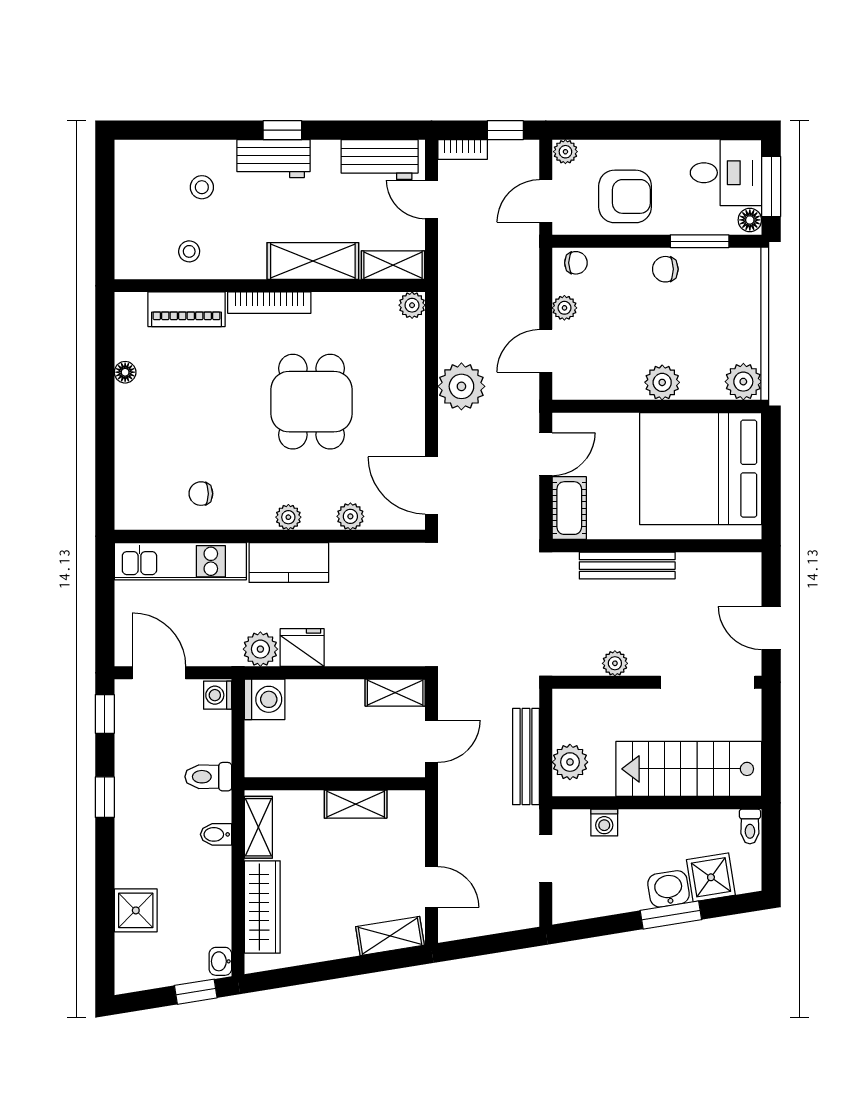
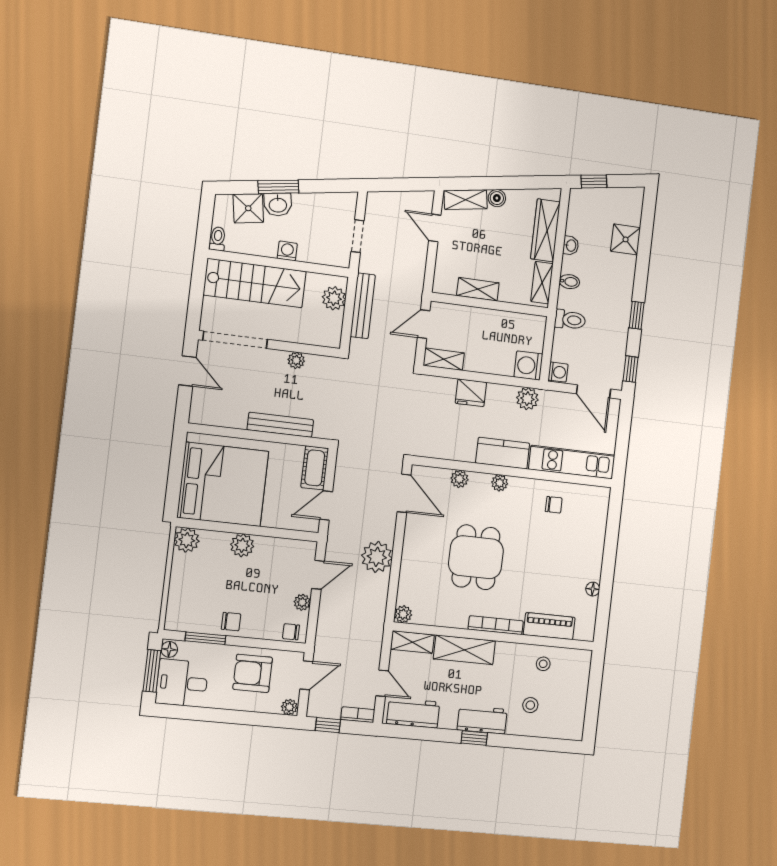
fridge: (302, 647) -> (471, 393), moved
washing machine: (604, 822) -> (287, 251), moved
boiler: (343, 945) -> (497, 198), added
washbasin: (220, 961) -> (571, 246), moved

